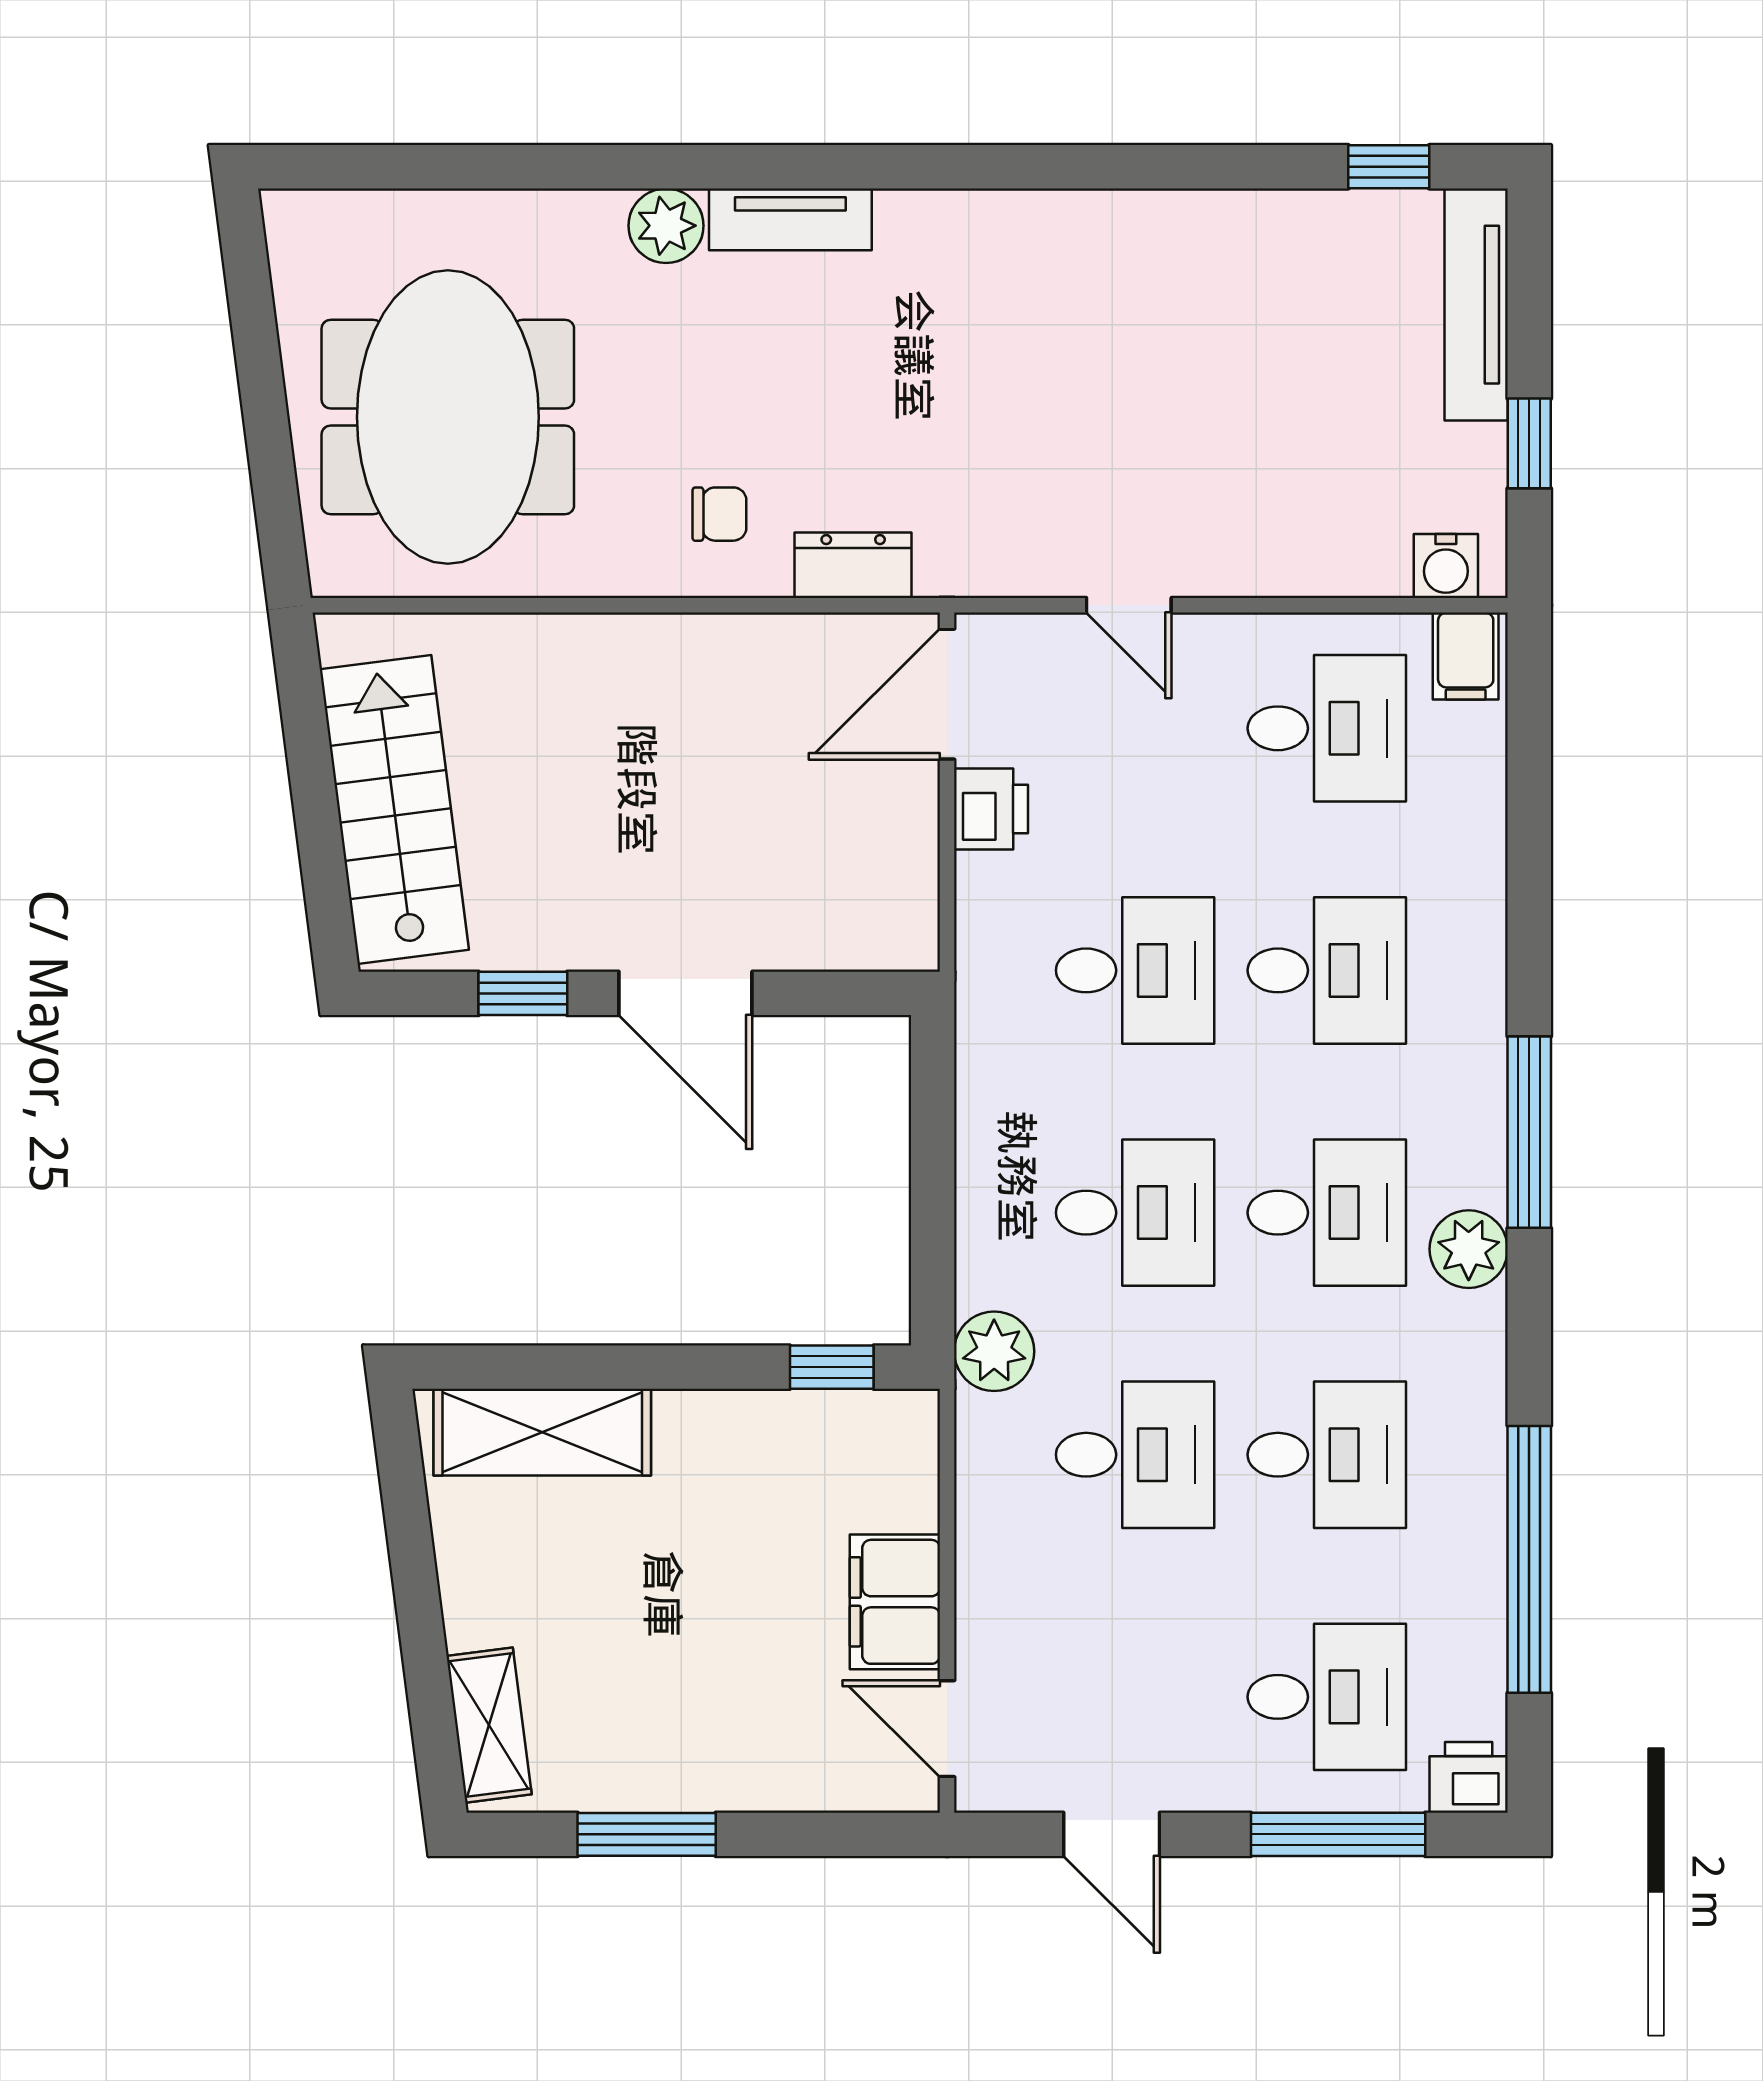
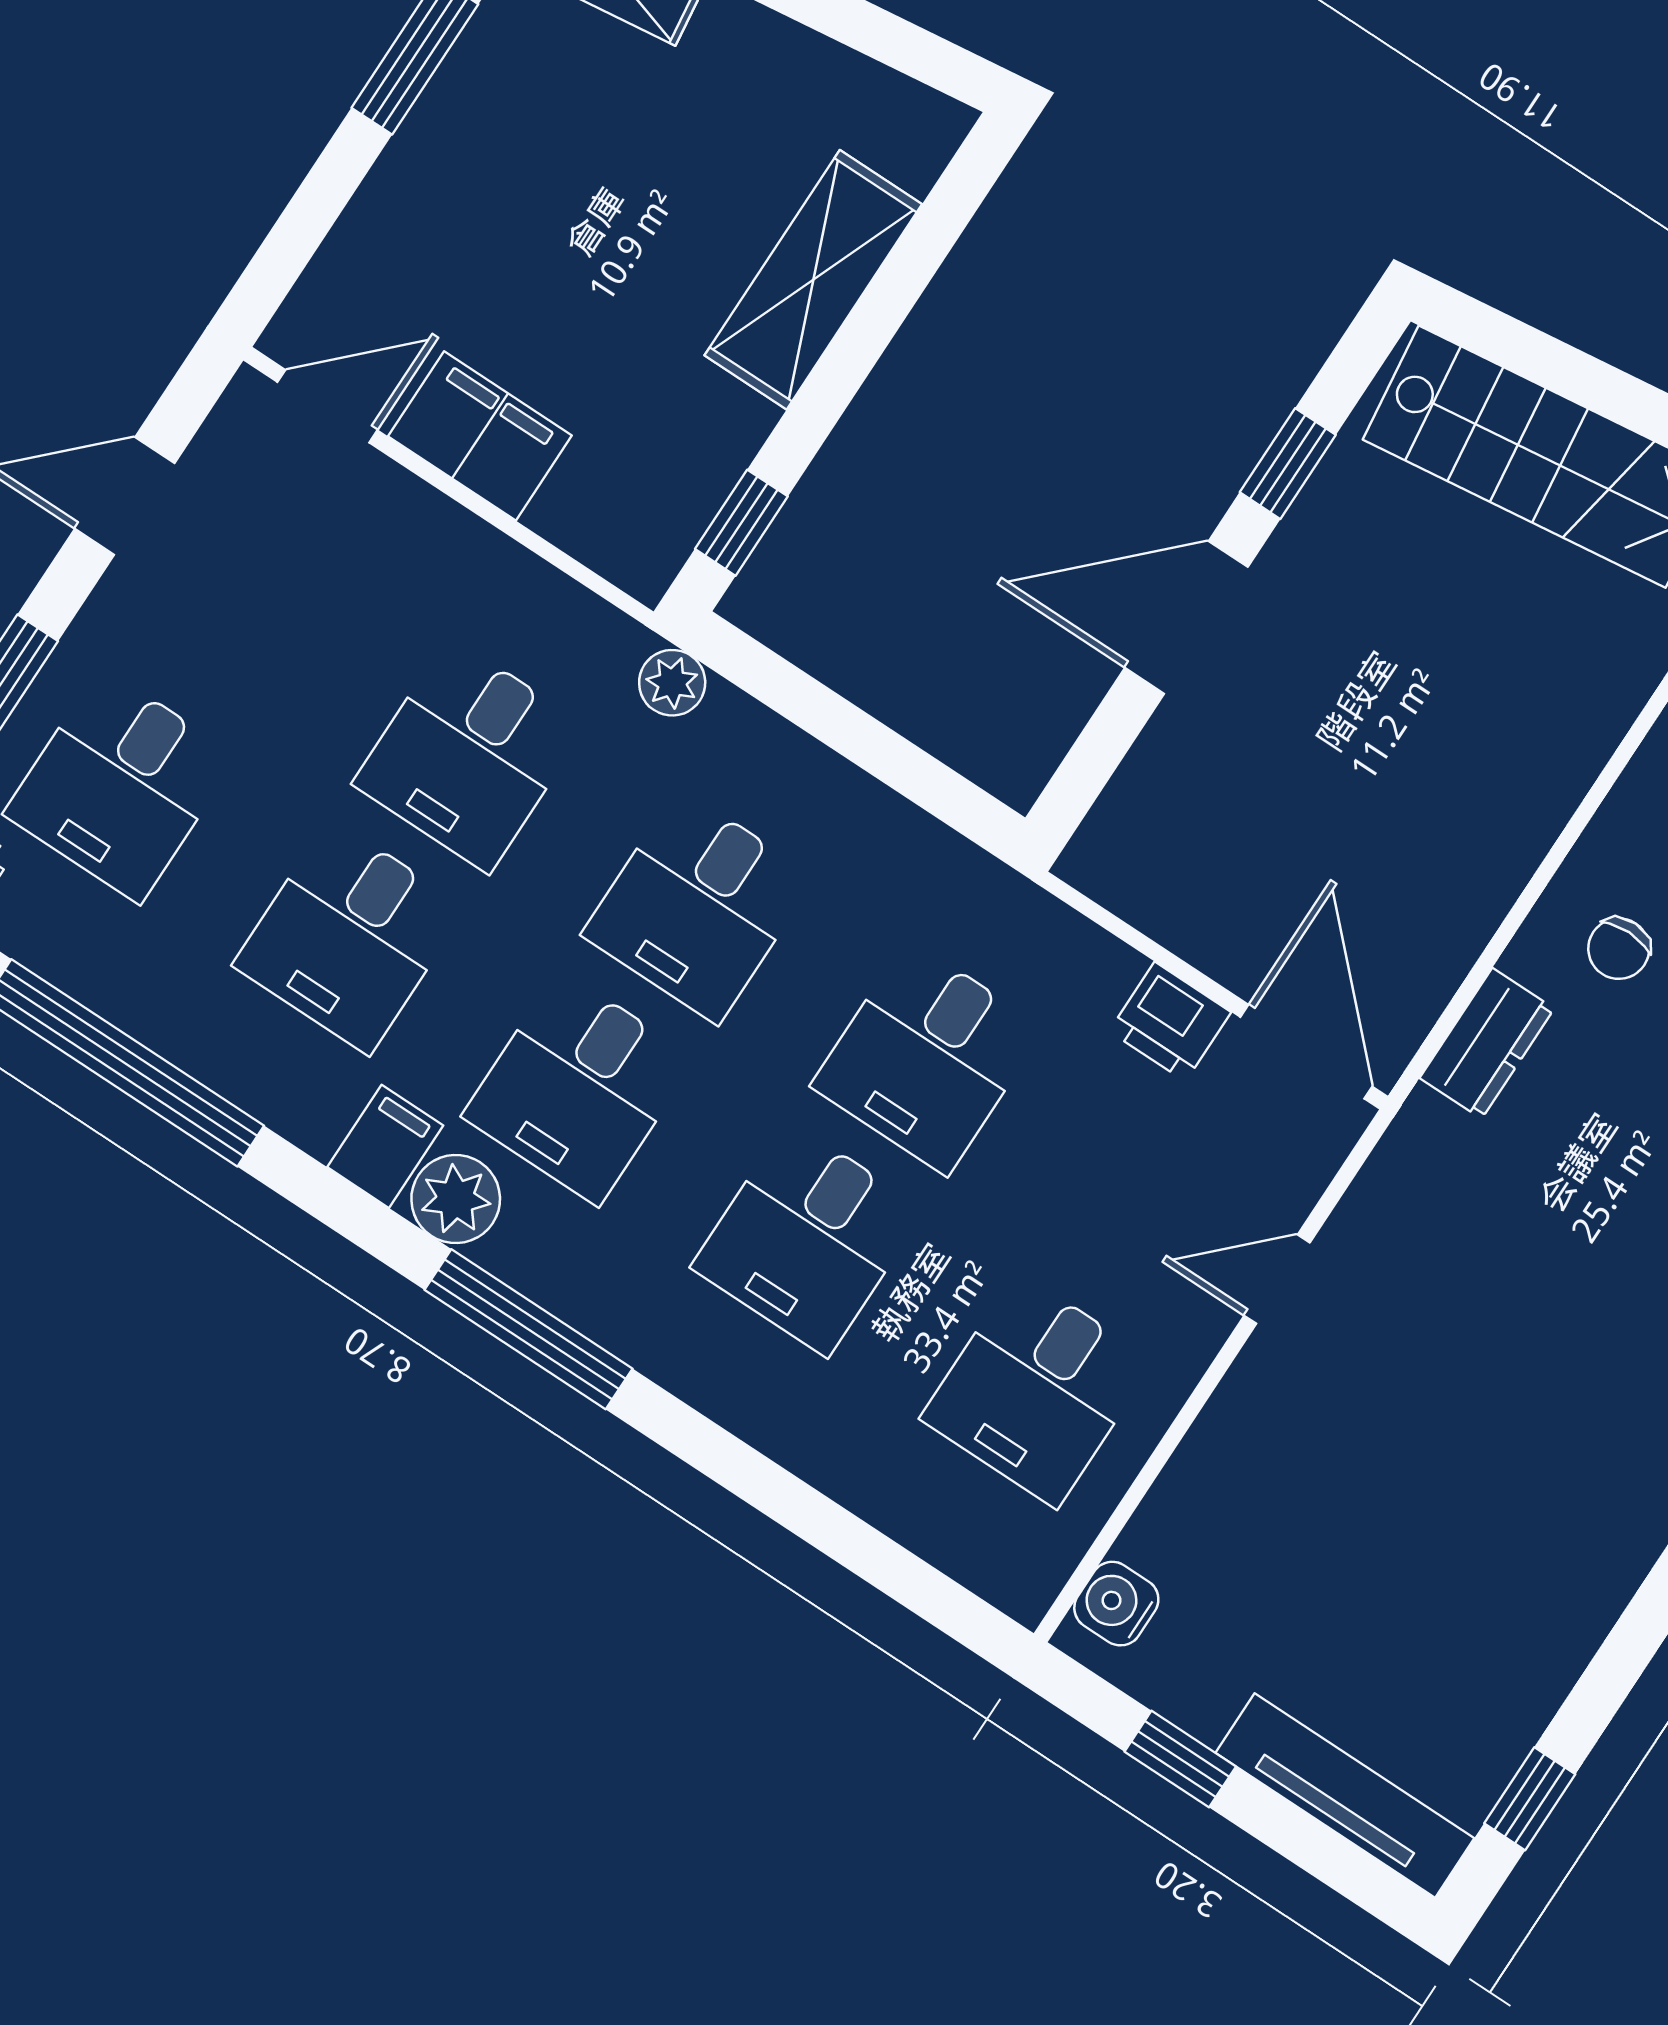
filing cabinet: (1466, 656) -> (385, 1146), moved, turned 90
plant: (994, 1351) -> (672, 683), width x0.73, depth x0.73
shelving: (542, 1432) -> (813, 280), moved

